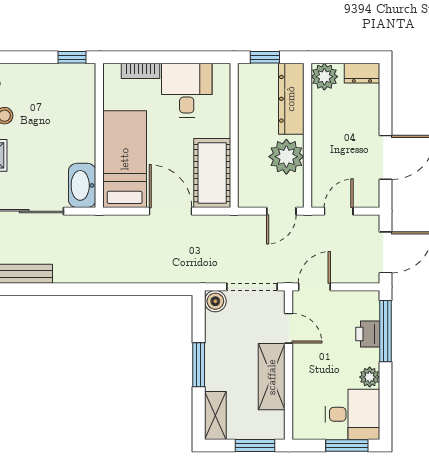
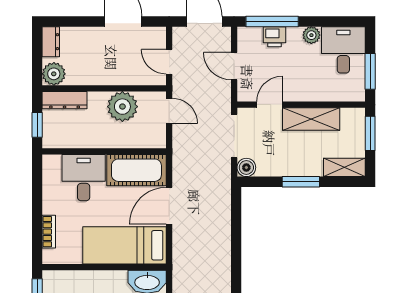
desk: (187, 90) -> (84, 178), moved, turned 90
dresser: (291, 99) -> (65, 100), width x0.73, depth x0.80
door: (314, 287) -> (234, 66), moved
window: (347, 445) -> (370, 71), moved

